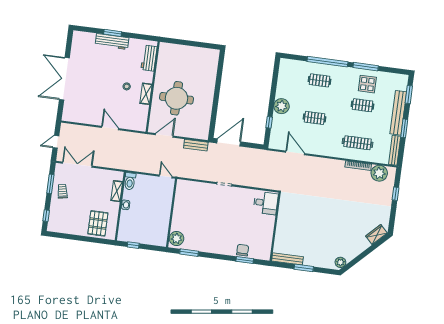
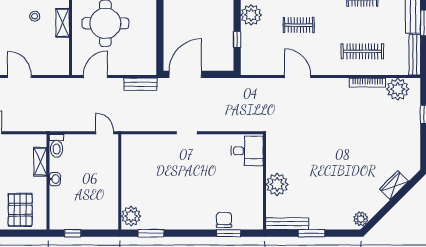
door: (295, 153) -> (298, 77), moved
plant: (284, 230) -> (277, 184), added
wardrobe: (376, 235) -> (394, 185), moved

